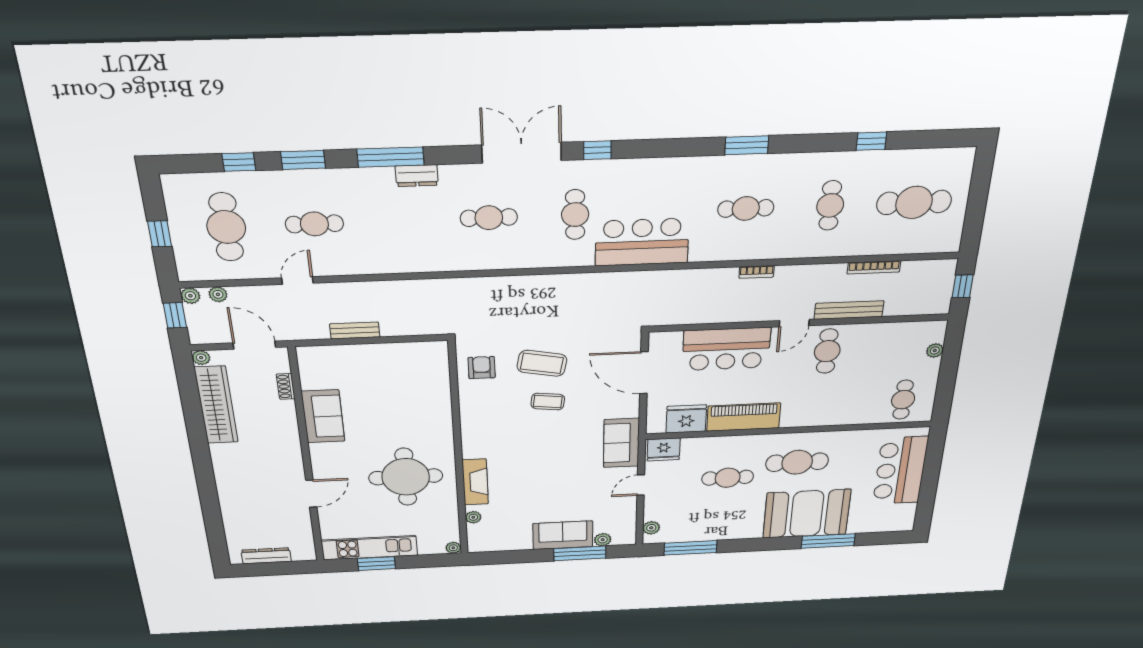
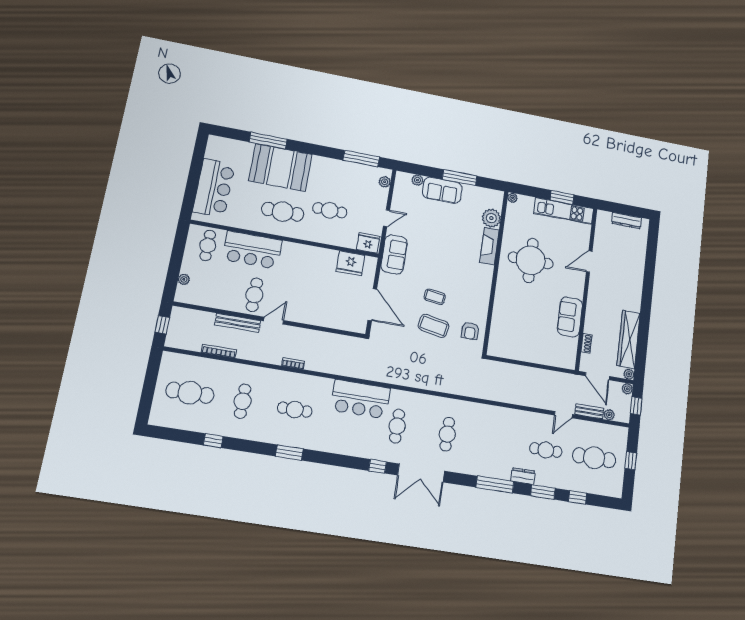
dresser: (417, 176) -> (523, 476), moved
cafe table: (489, 218) -> (447, 434), turned 90
cafe table: (226, 227) -> (594, 458), turned 90
plant: (190, 296) -> (627, 389), moved
bench: (355, 330) -> (589, 411), moved
bar counter: (726, 349) -> (252, 250), moved, turned 180
piano: (744, 417) -> (314, 256), removed
plant: (473, 517) -> (491, 218), width x1.87, depth x1.87
window: (580, 553) -> (460, 178), moved

